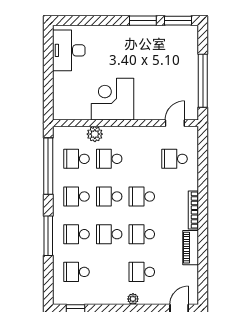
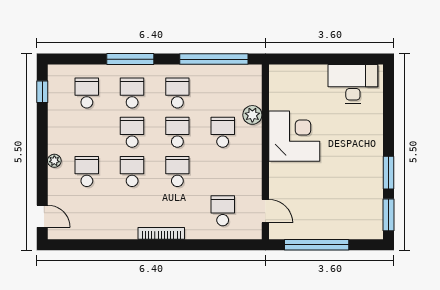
school desk: (76, 159) -> (223, 93), removed
piano: (191, 248) -> (116, 230), removed

